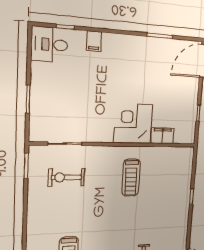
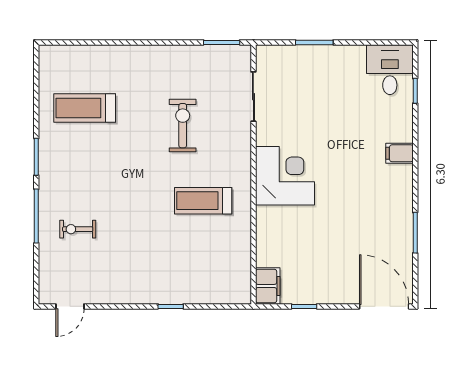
filing cabinet: (94, 41) -> (399, 153), moved
corner desk: (133, 124) -> (285, 176), moved
filing cabinet: (163, 136) -> (268, 286), moved
exercise bike: (66, 177) -> (183, 126), moved

